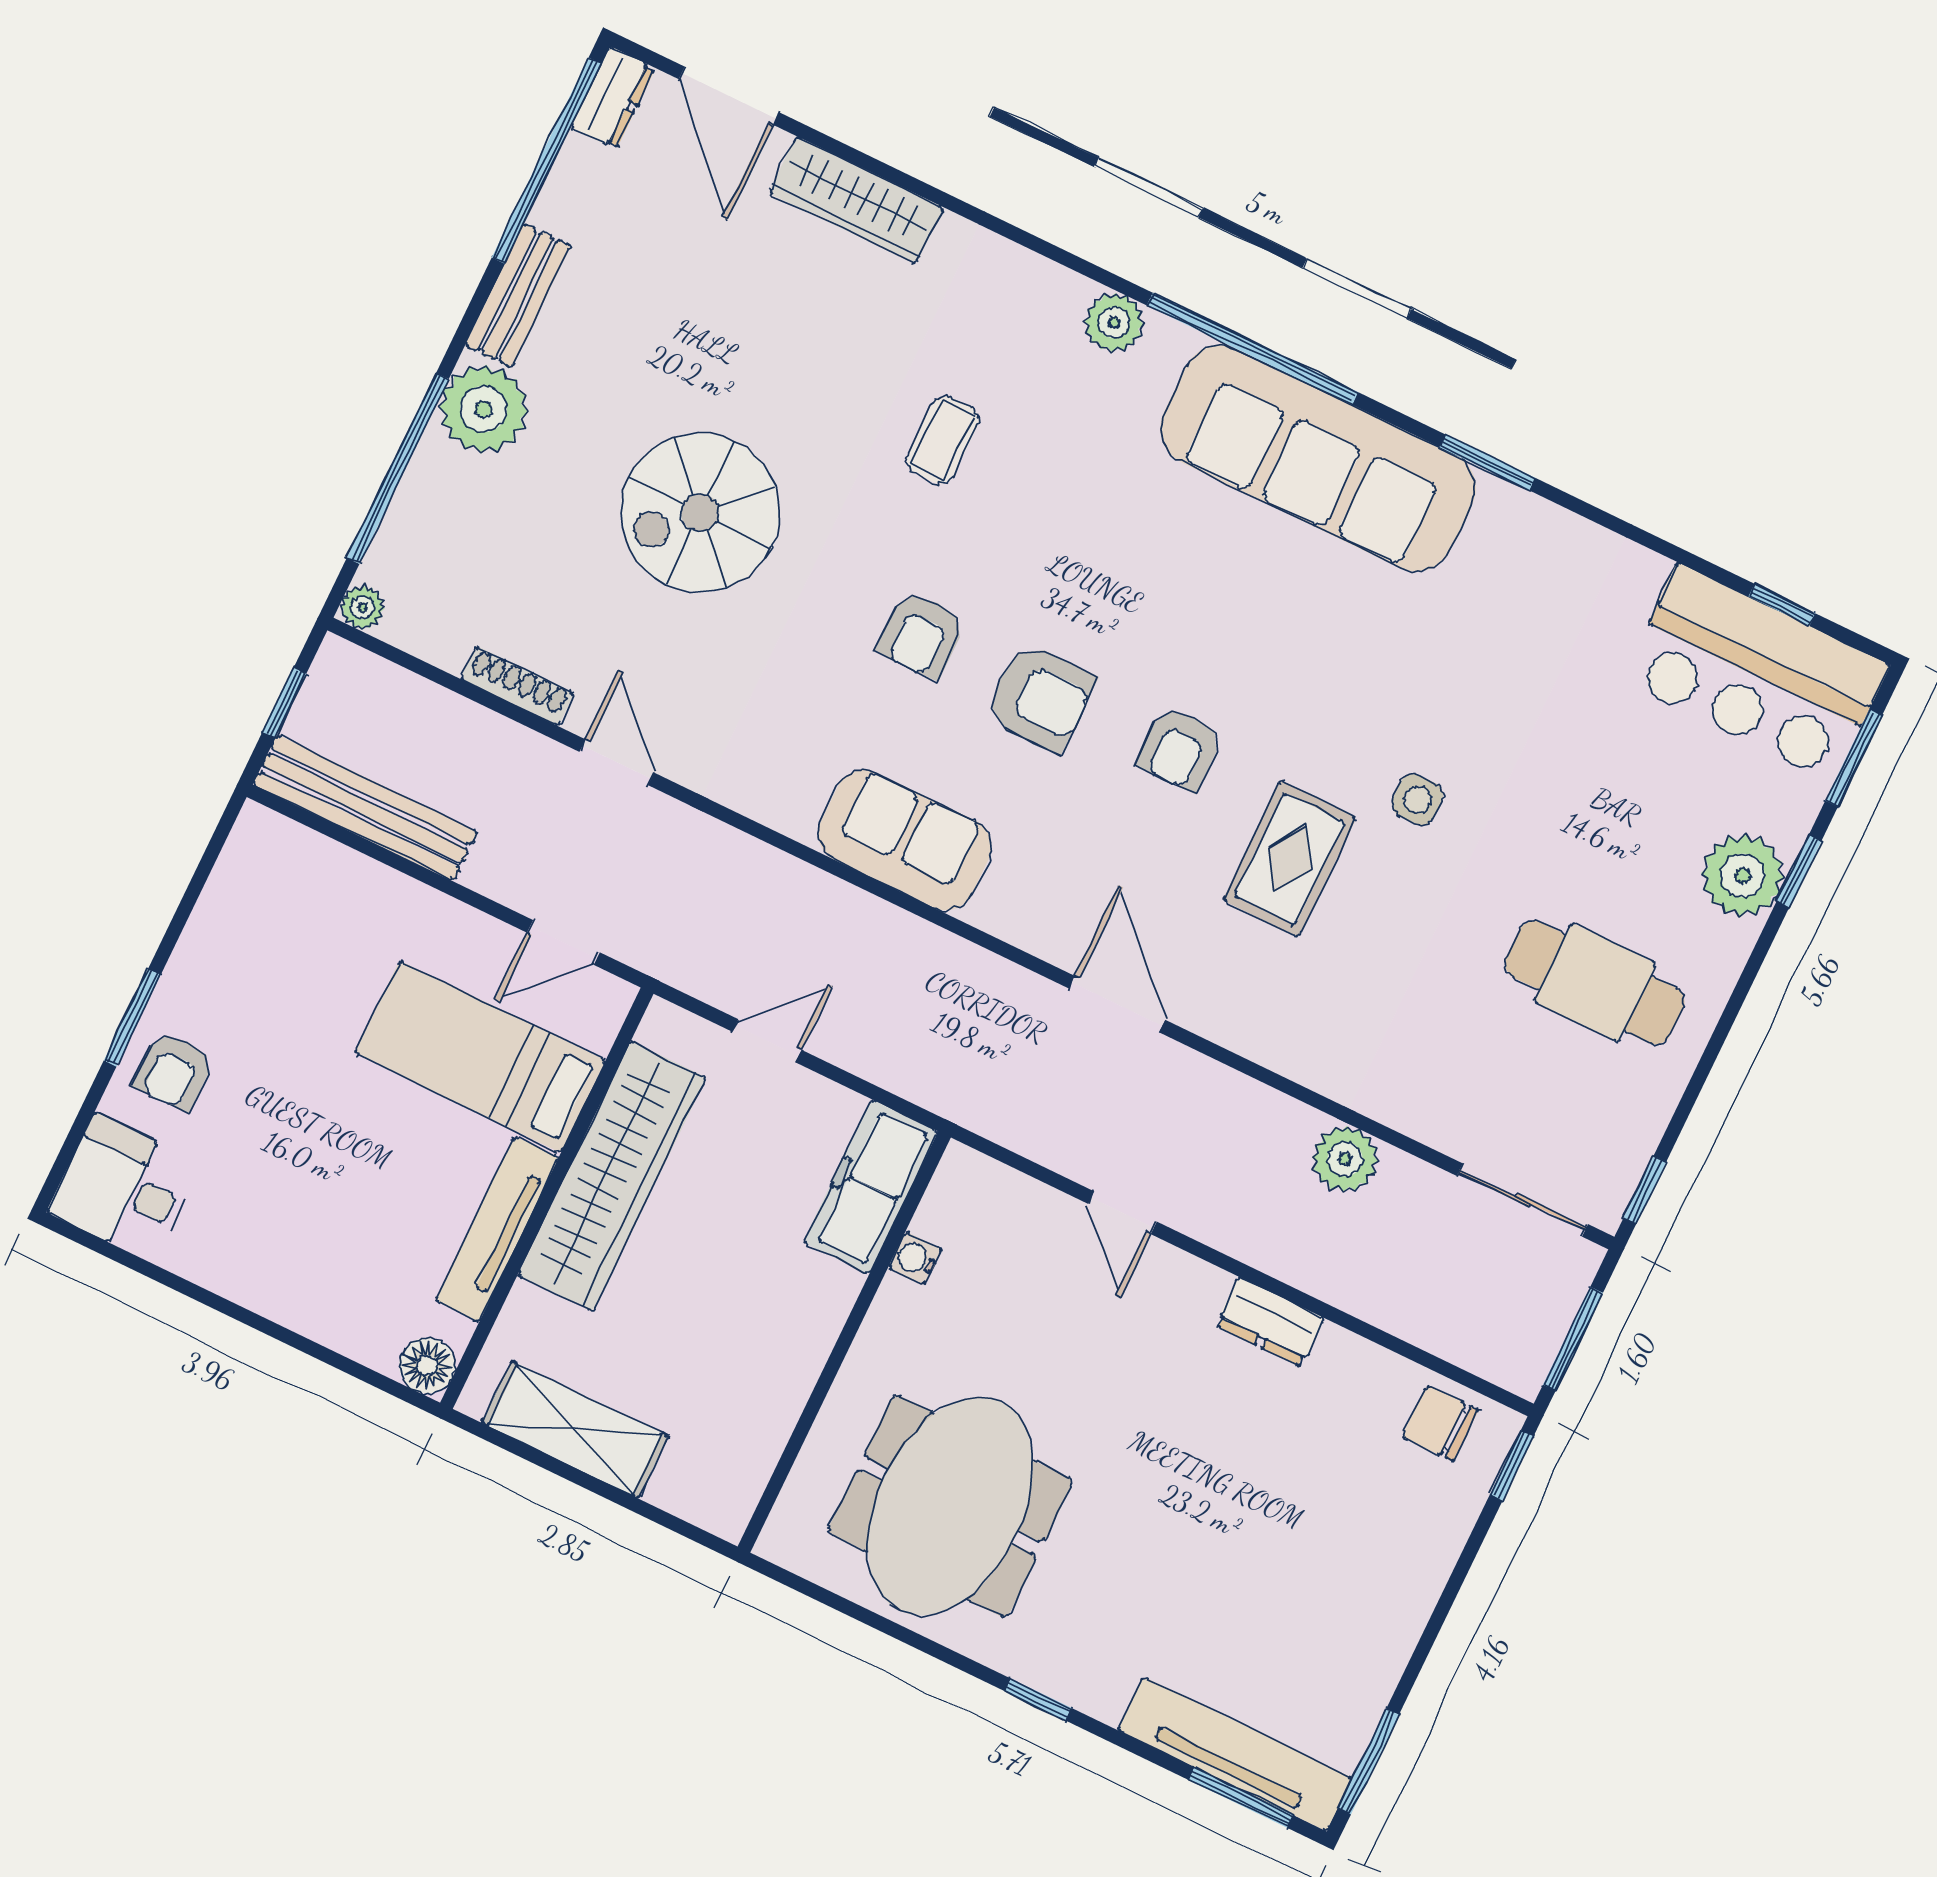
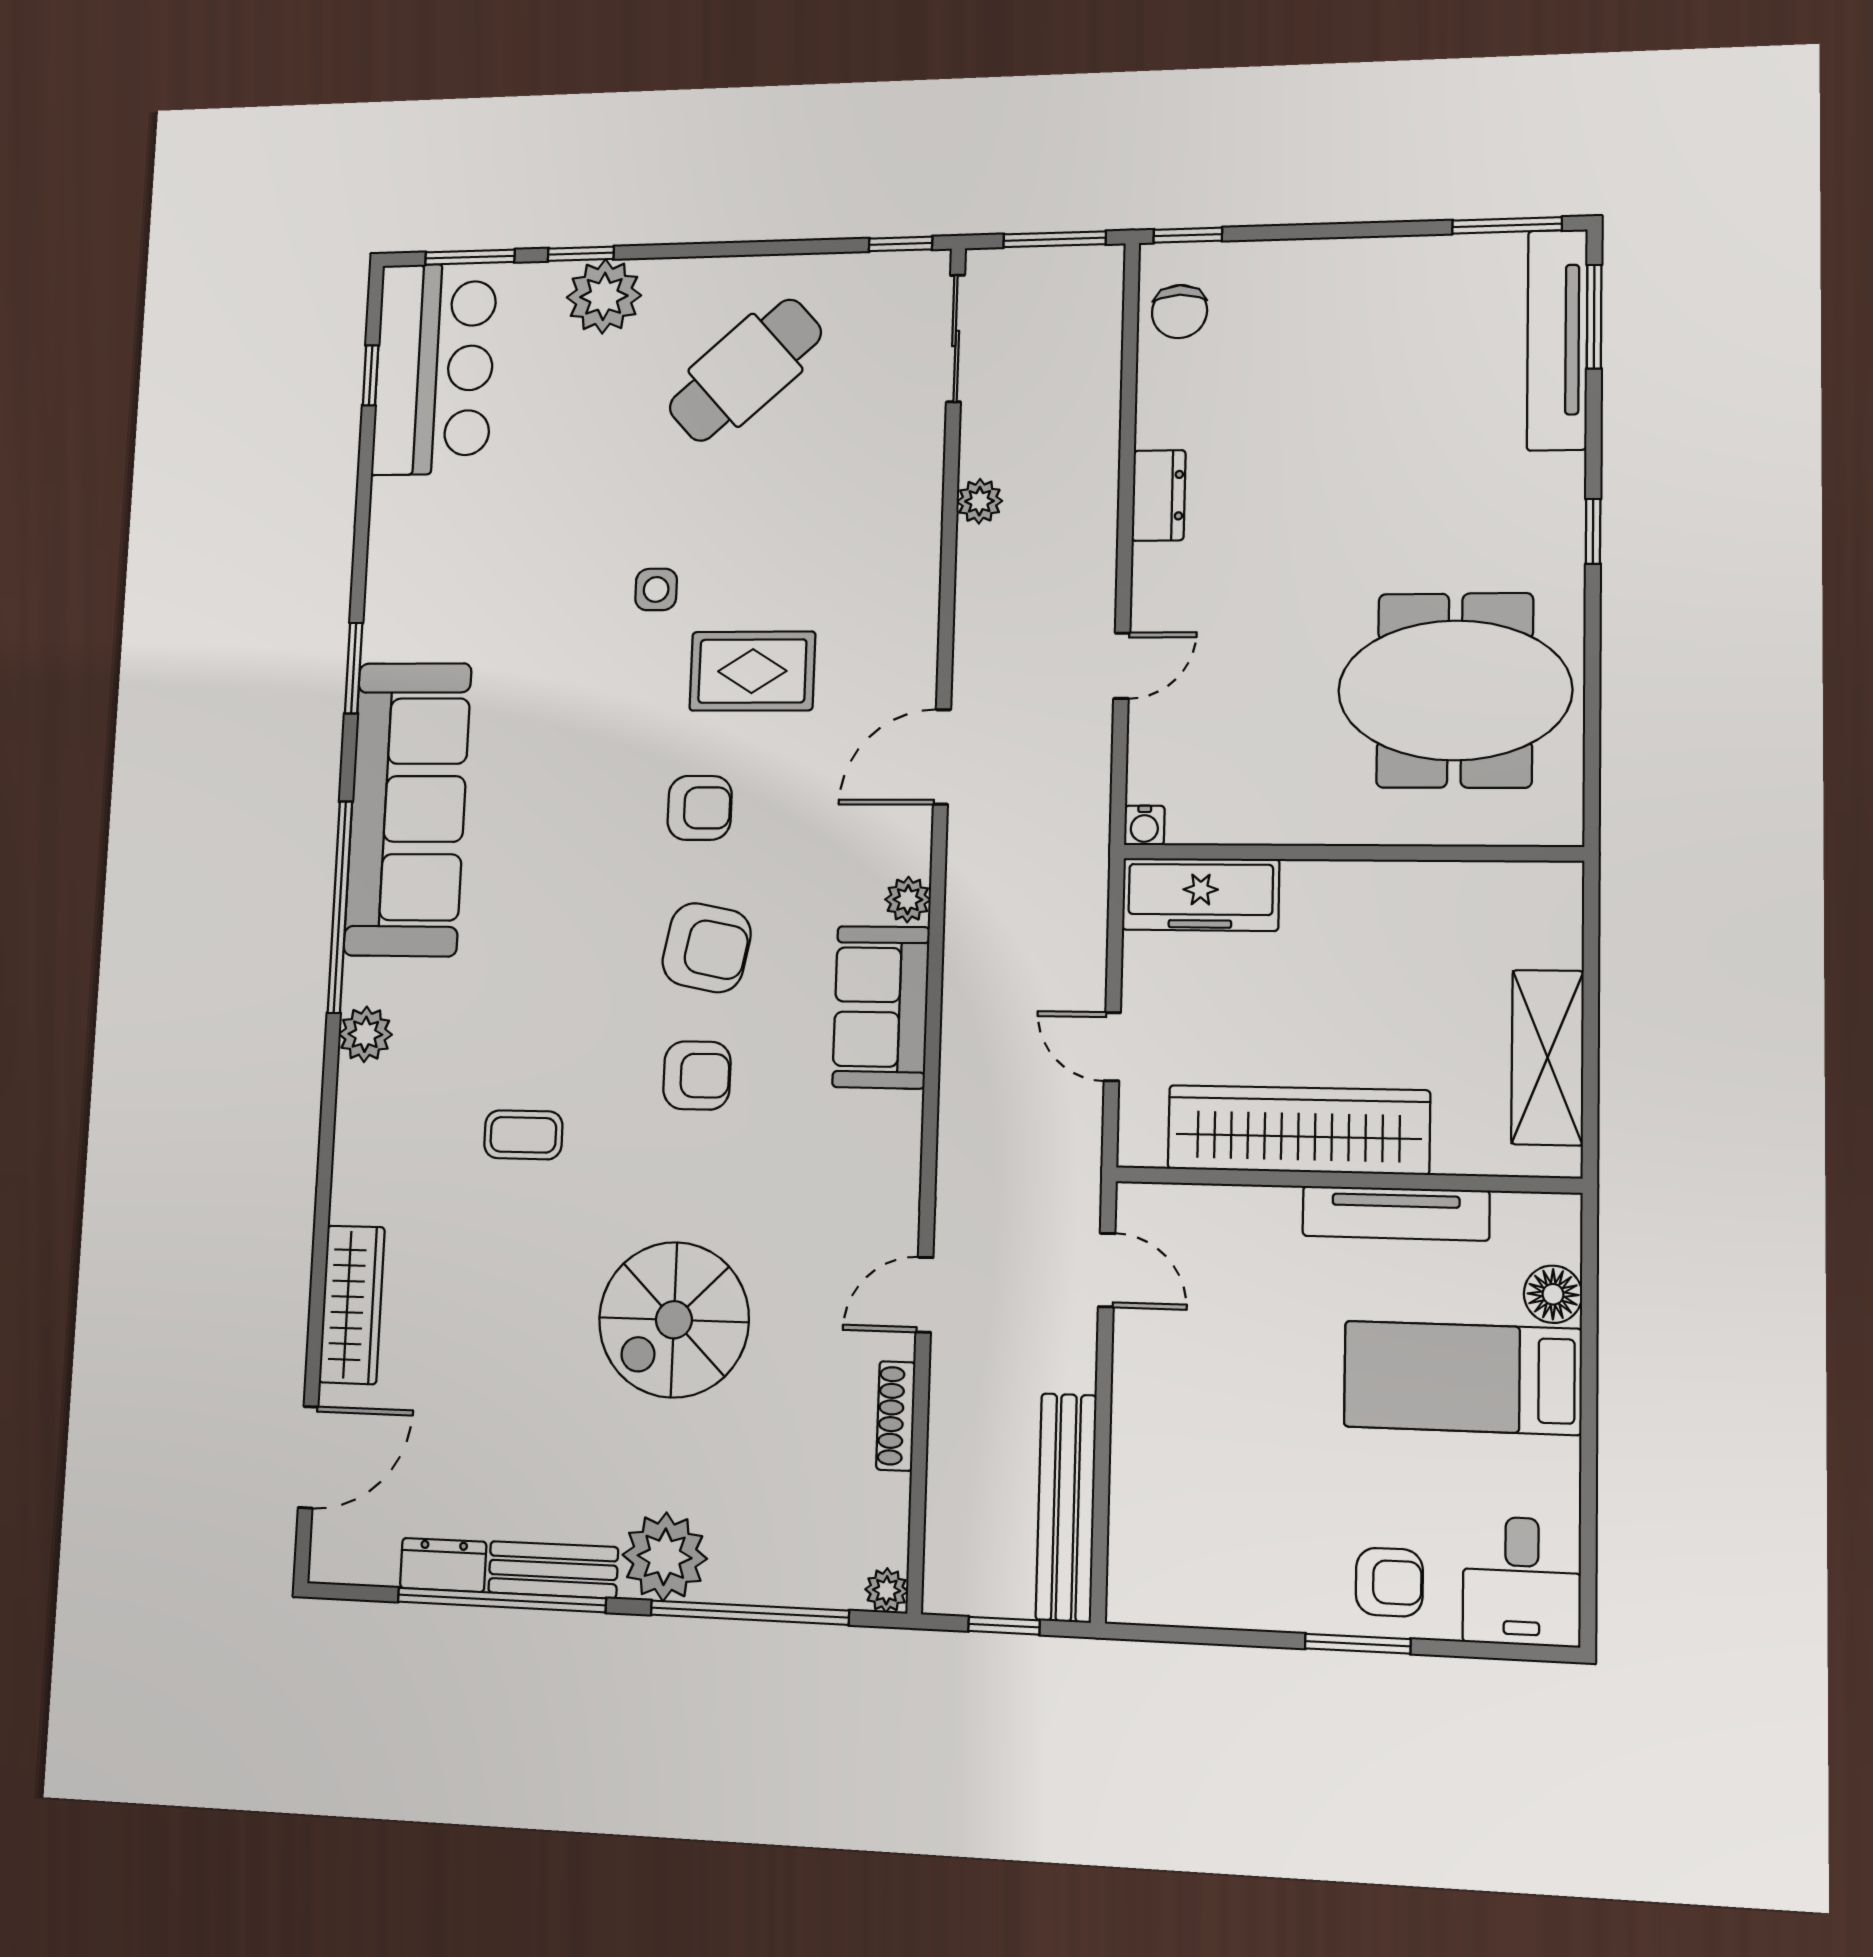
dresser: (613, 98) -> (443, 1565), moved
window: (547, 161) -> (501, 1600), moved
spiral stairs: (700, 513) -> (674, 1320), turned 90
armchair: (1040, 697) -> (707, 948), turned 101
plant: (995, 911) -> (908, 900), added
cafe table: (1595, 983) -> (745, 370), turned 48
bed: (480, 1057) -> (1462, 1378), moved, turned 90
plant: (1345, 1159) -> (979, 501), width x0.73, depth x0.73
water cooler: (915, 1259) -> (1144, 825), moved
floor lamp: (427, 1365) -> (1553, 1294), moved

